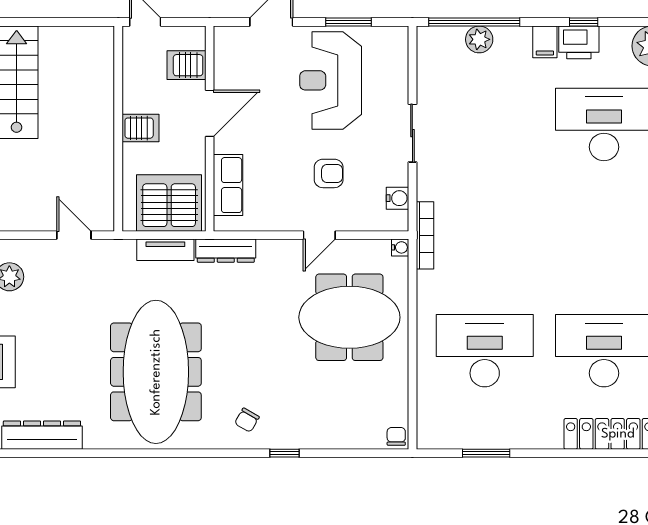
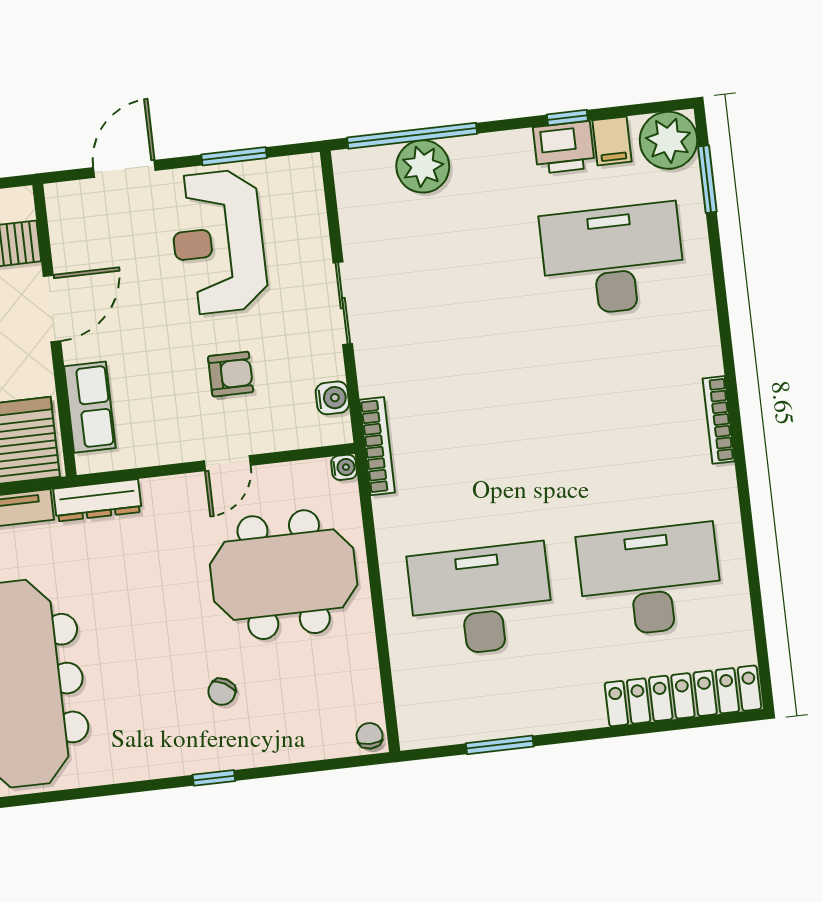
plant: (479, 39) -> (423, 166), width x1.36, depth x1.36
filing cabinet: (545, 42) -> (612, 141), moved
chair: (247, 420) -> (222, 692), moved

